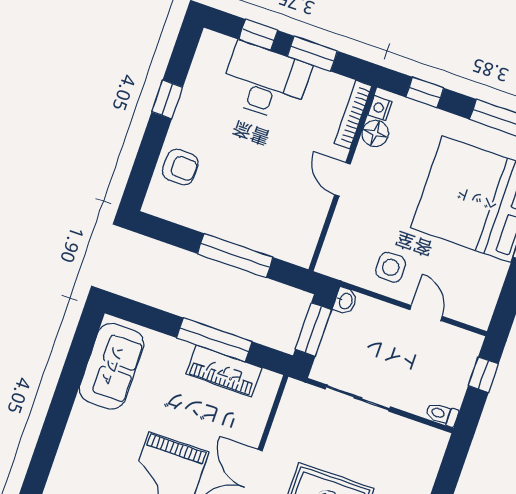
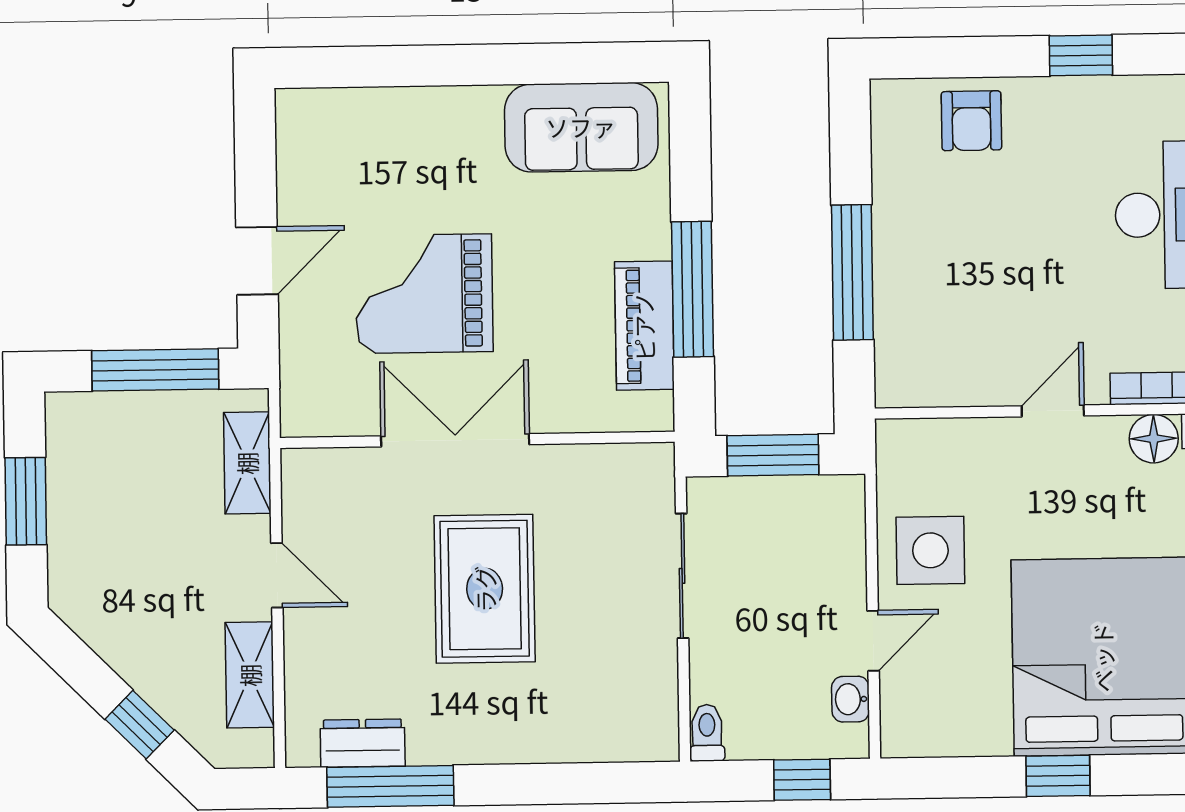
side table: (391, 267) -> (930, 550), width x1.37, depth x1.37
washbasin: (345, 301) -> (850, 699), moved, turned 90

